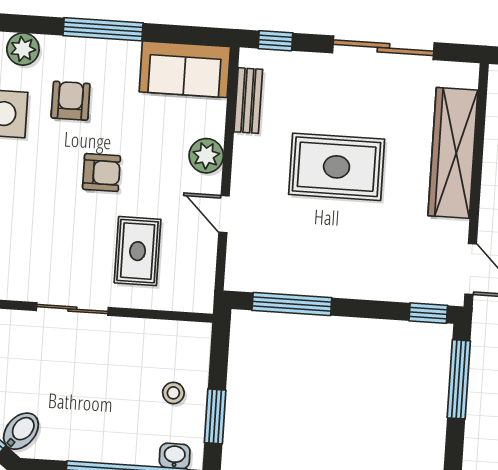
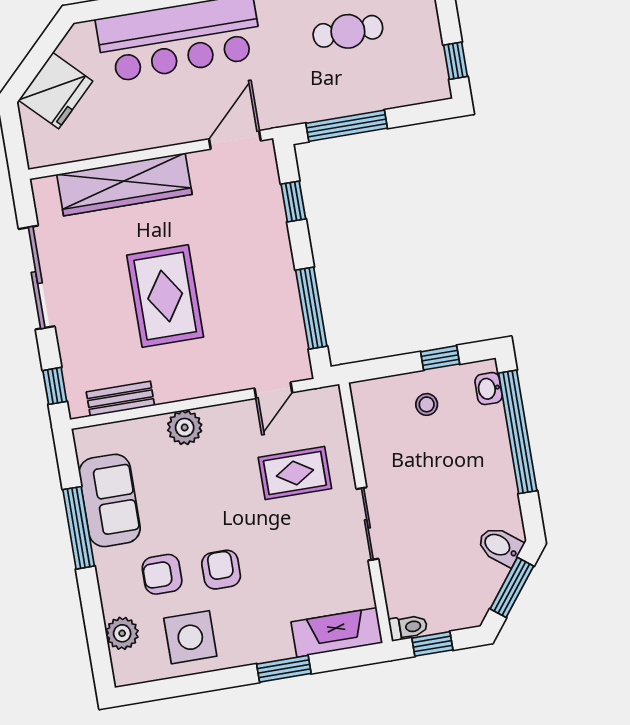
window: (103, 29) -> (79, 528), moved
sofa: (185, 69) -> (110, 500), moved
armchair: (101, 172) -> (221, 570), moved
door: (224, 214) -> (273, 390), moved
window: (428, 313) -> (293, 202), moved
window: (215, 416) -> (440, 358), width x0.67

